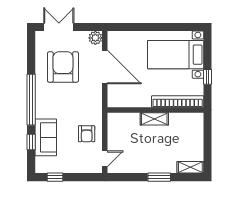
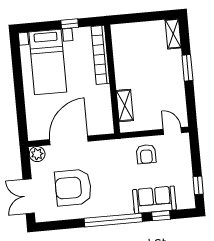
shelving: (154, 119) -> (125, 106), moved
armchair: (87, 134) -> (146, 154), turned 90

